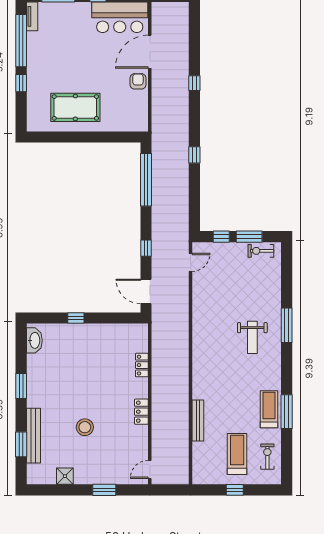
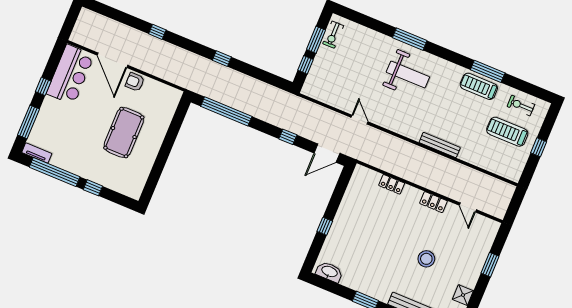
pool table: (75, 107) -> (124, 133), moved
door: (191, 262) -> (359, 120), moved
weight bench: (252, 337) -> (408, 75), width x1.36, depth x1.33
bench: (198, 420) -> (440, 145), moved
door: (150, 469) -> (468, 207), moved

